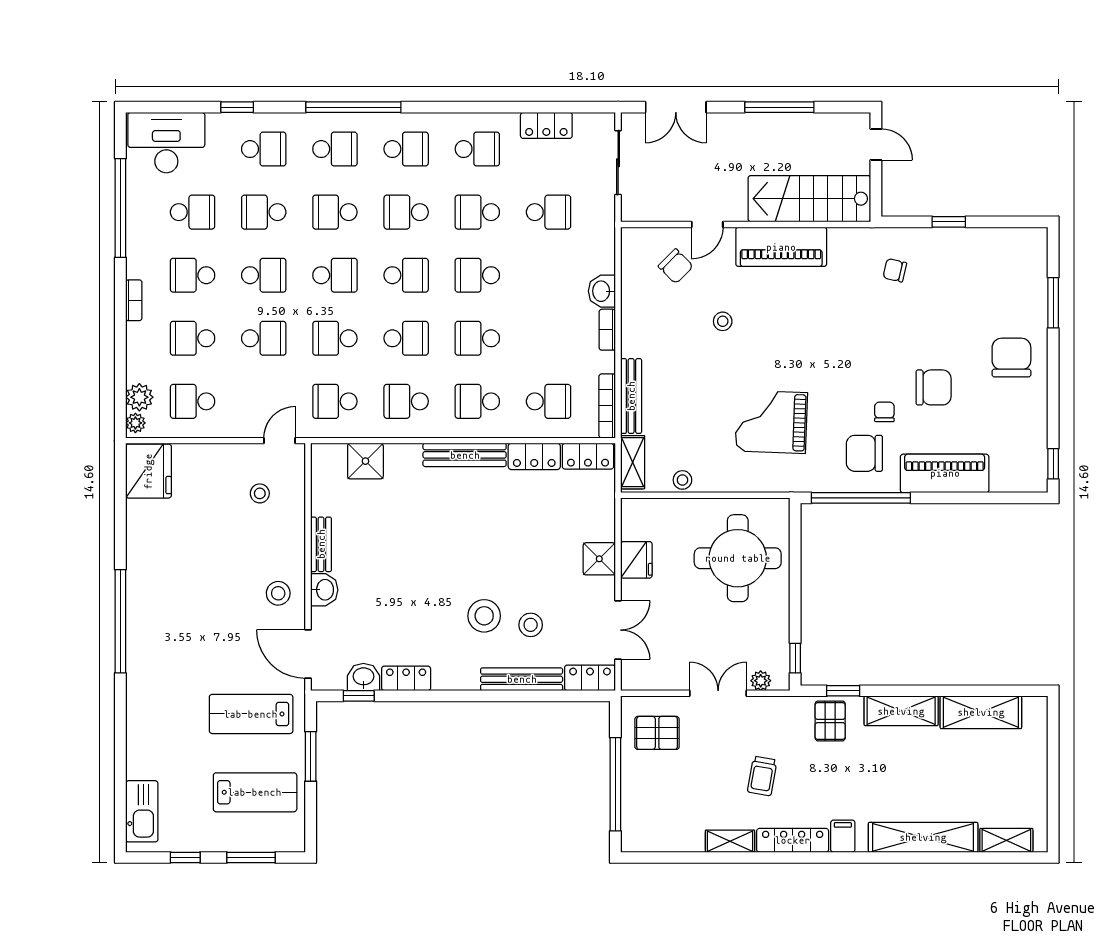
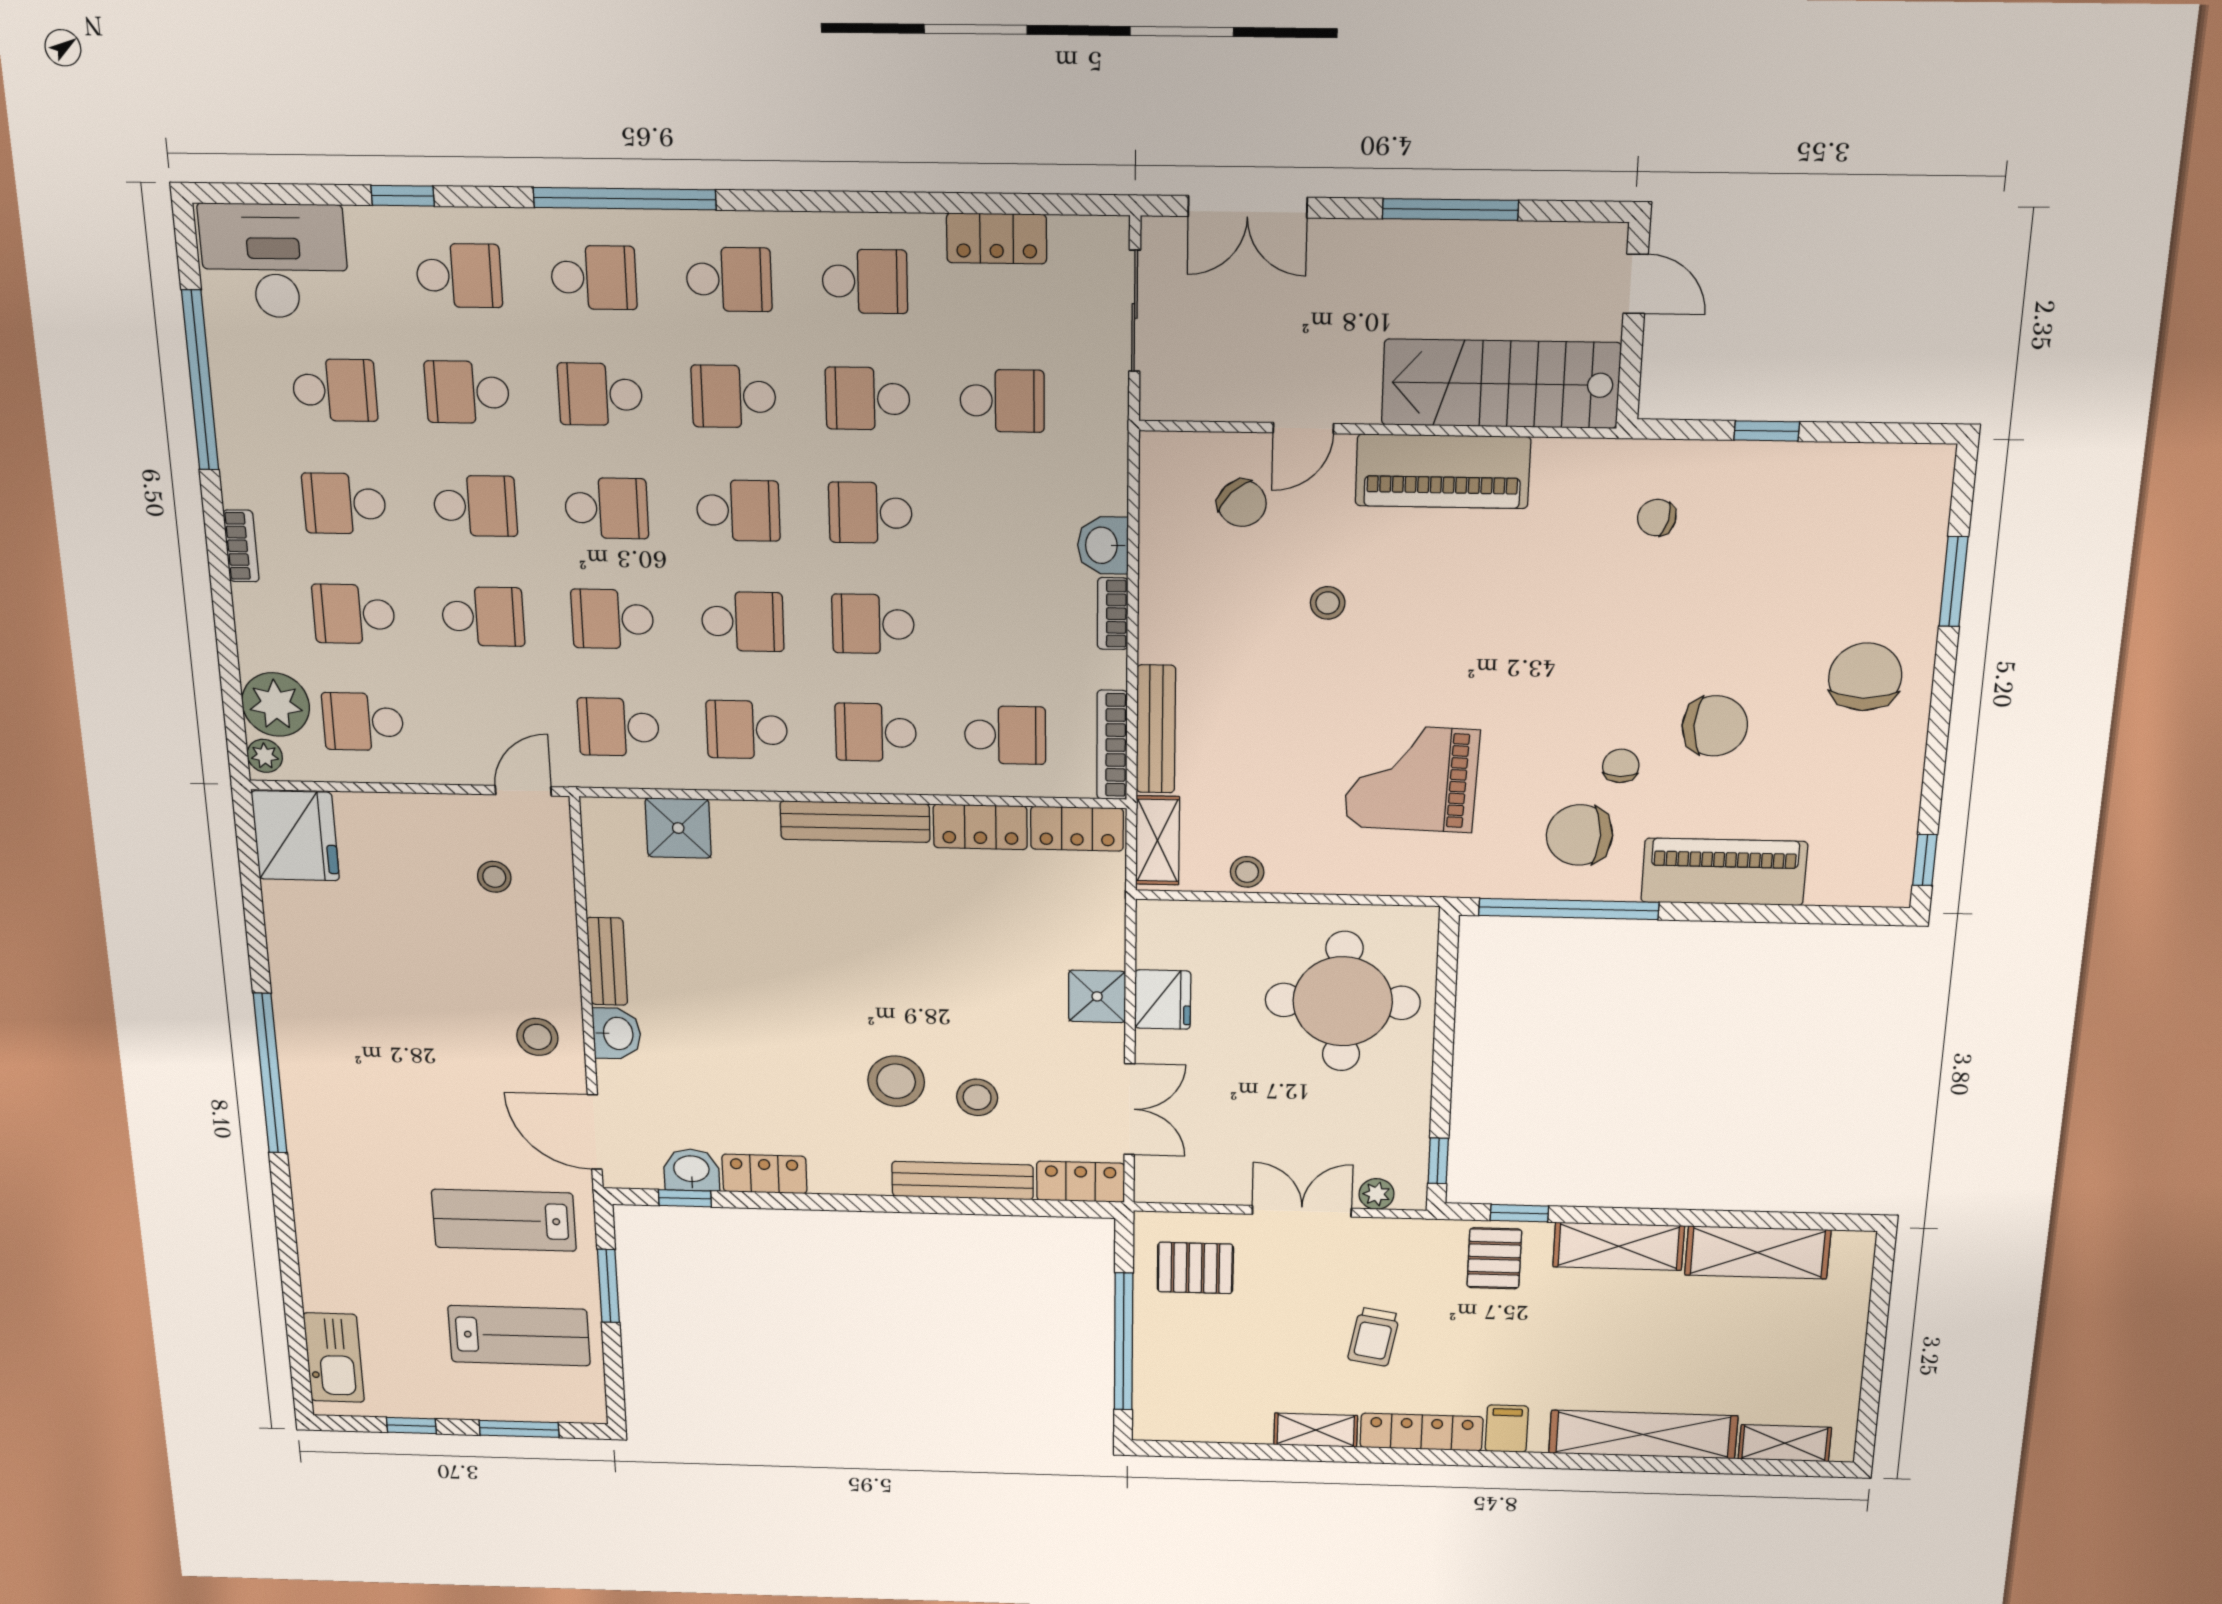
plant: (139, 397) -> (276, 704), width x1.36, depth x1.36

